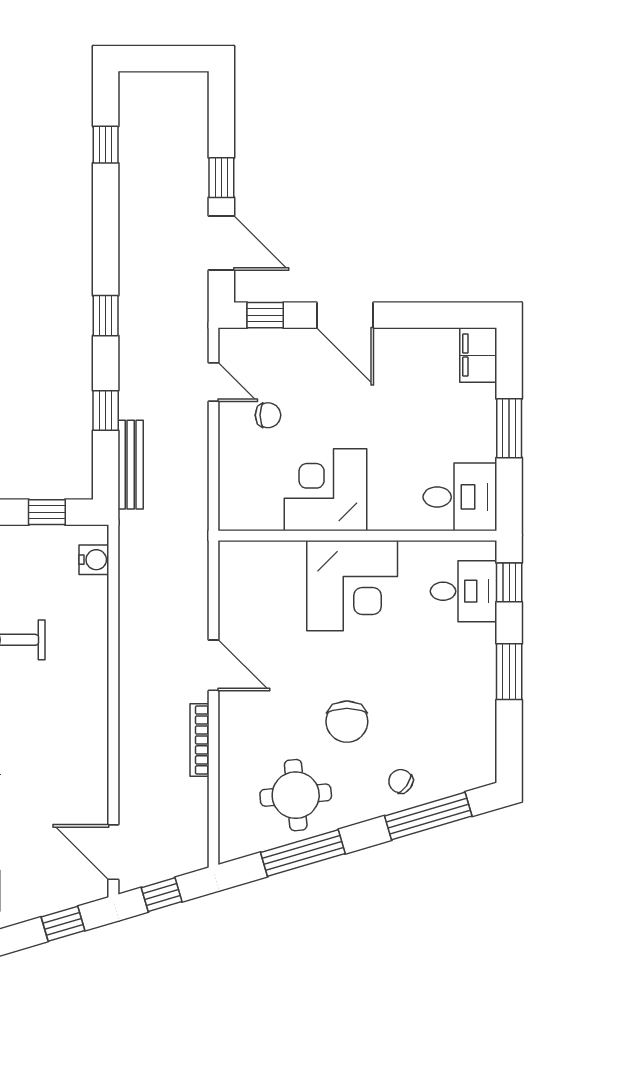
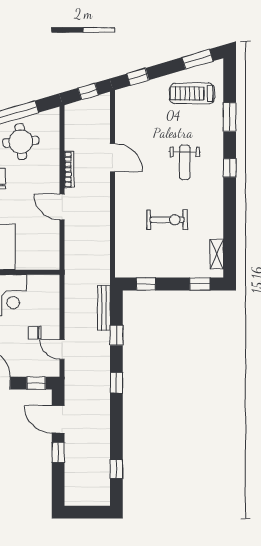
water cooler: (94, 560) -> (122, 260), removed
door: (113, 852) -> (112, 158), moved

